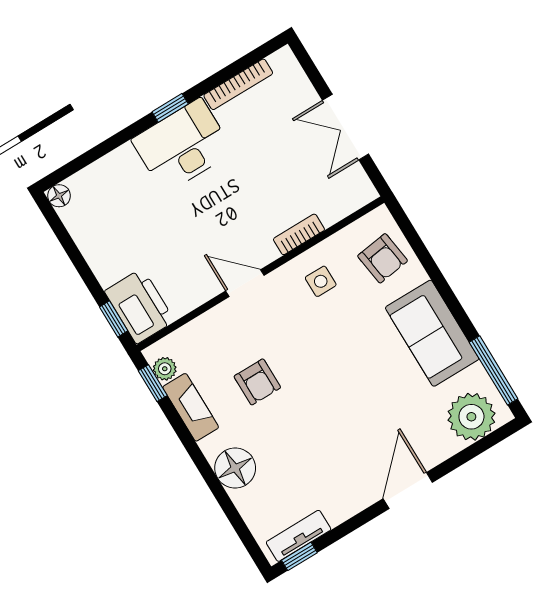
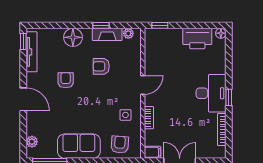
filing cabinet: (360, 188) -> (153, 152), added
armchair: (383, 258) -> (120, 145), turned 102
printer: (139, 306) -> (197, 38), moved
window: (153, 383) -> (101, 25), moved
plant: (471, 417) -> (32, 142), width x0.53, depth x0.53
armchair: (324, 433) -> (66, 80), added
tv unit: (299, 536) -> (32, 52), width x1.41

